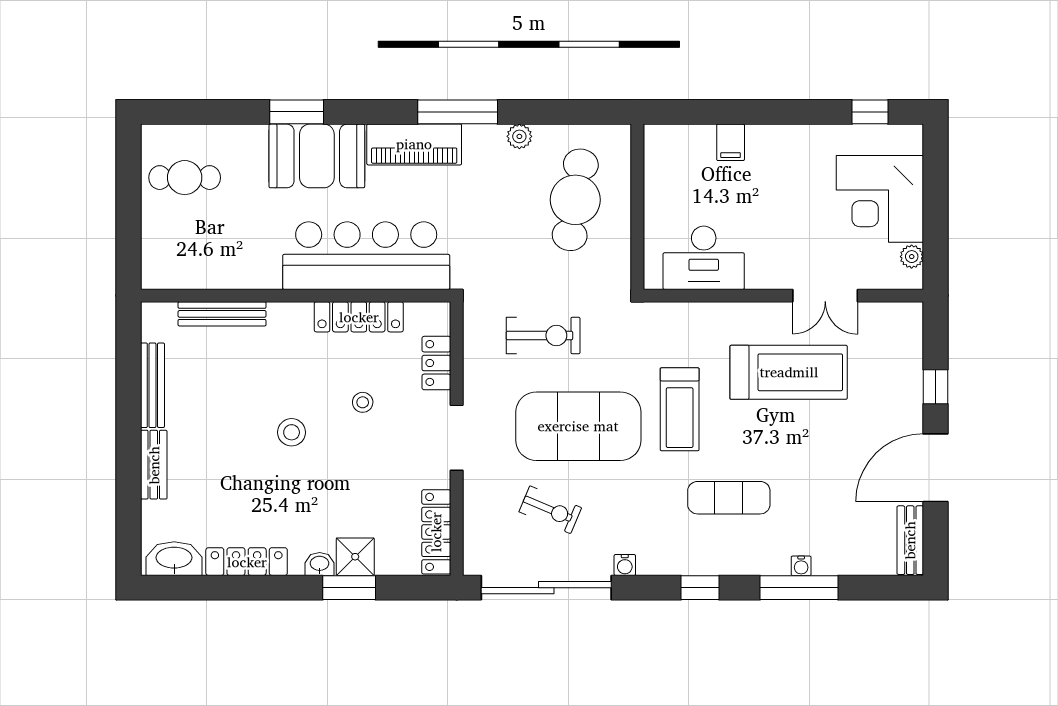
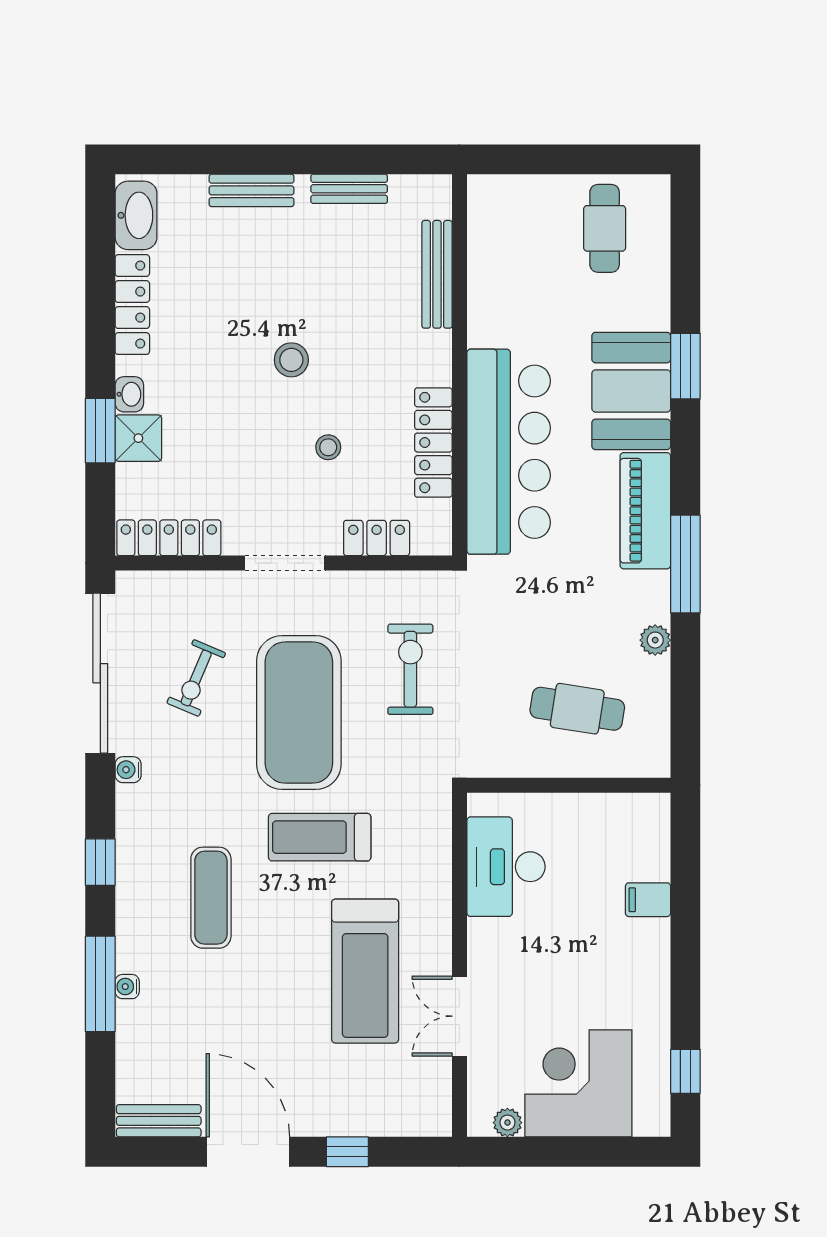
cafe table: (575, 200) -> (577, 709), width x0.73, depth x0.74
exercise bike: (543, 336) -> (410, 669), turned 180
bench: (152, 385) -> (349, 189), width x0.73

